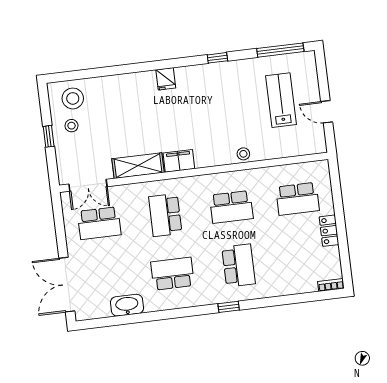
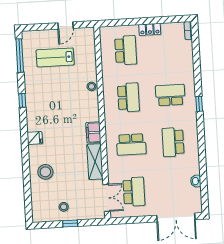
stool: (73, 98) -> (45, 172), moved
washbasin: (127, 305) -> (196, 181), width x0.52, depth x0.69

